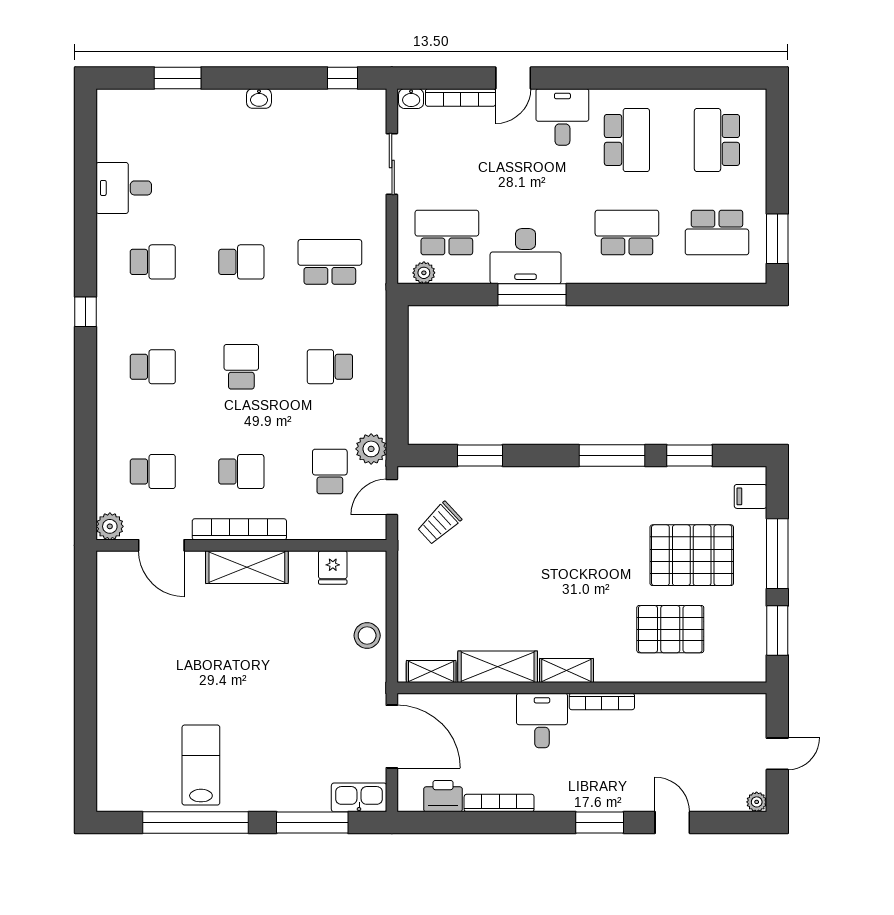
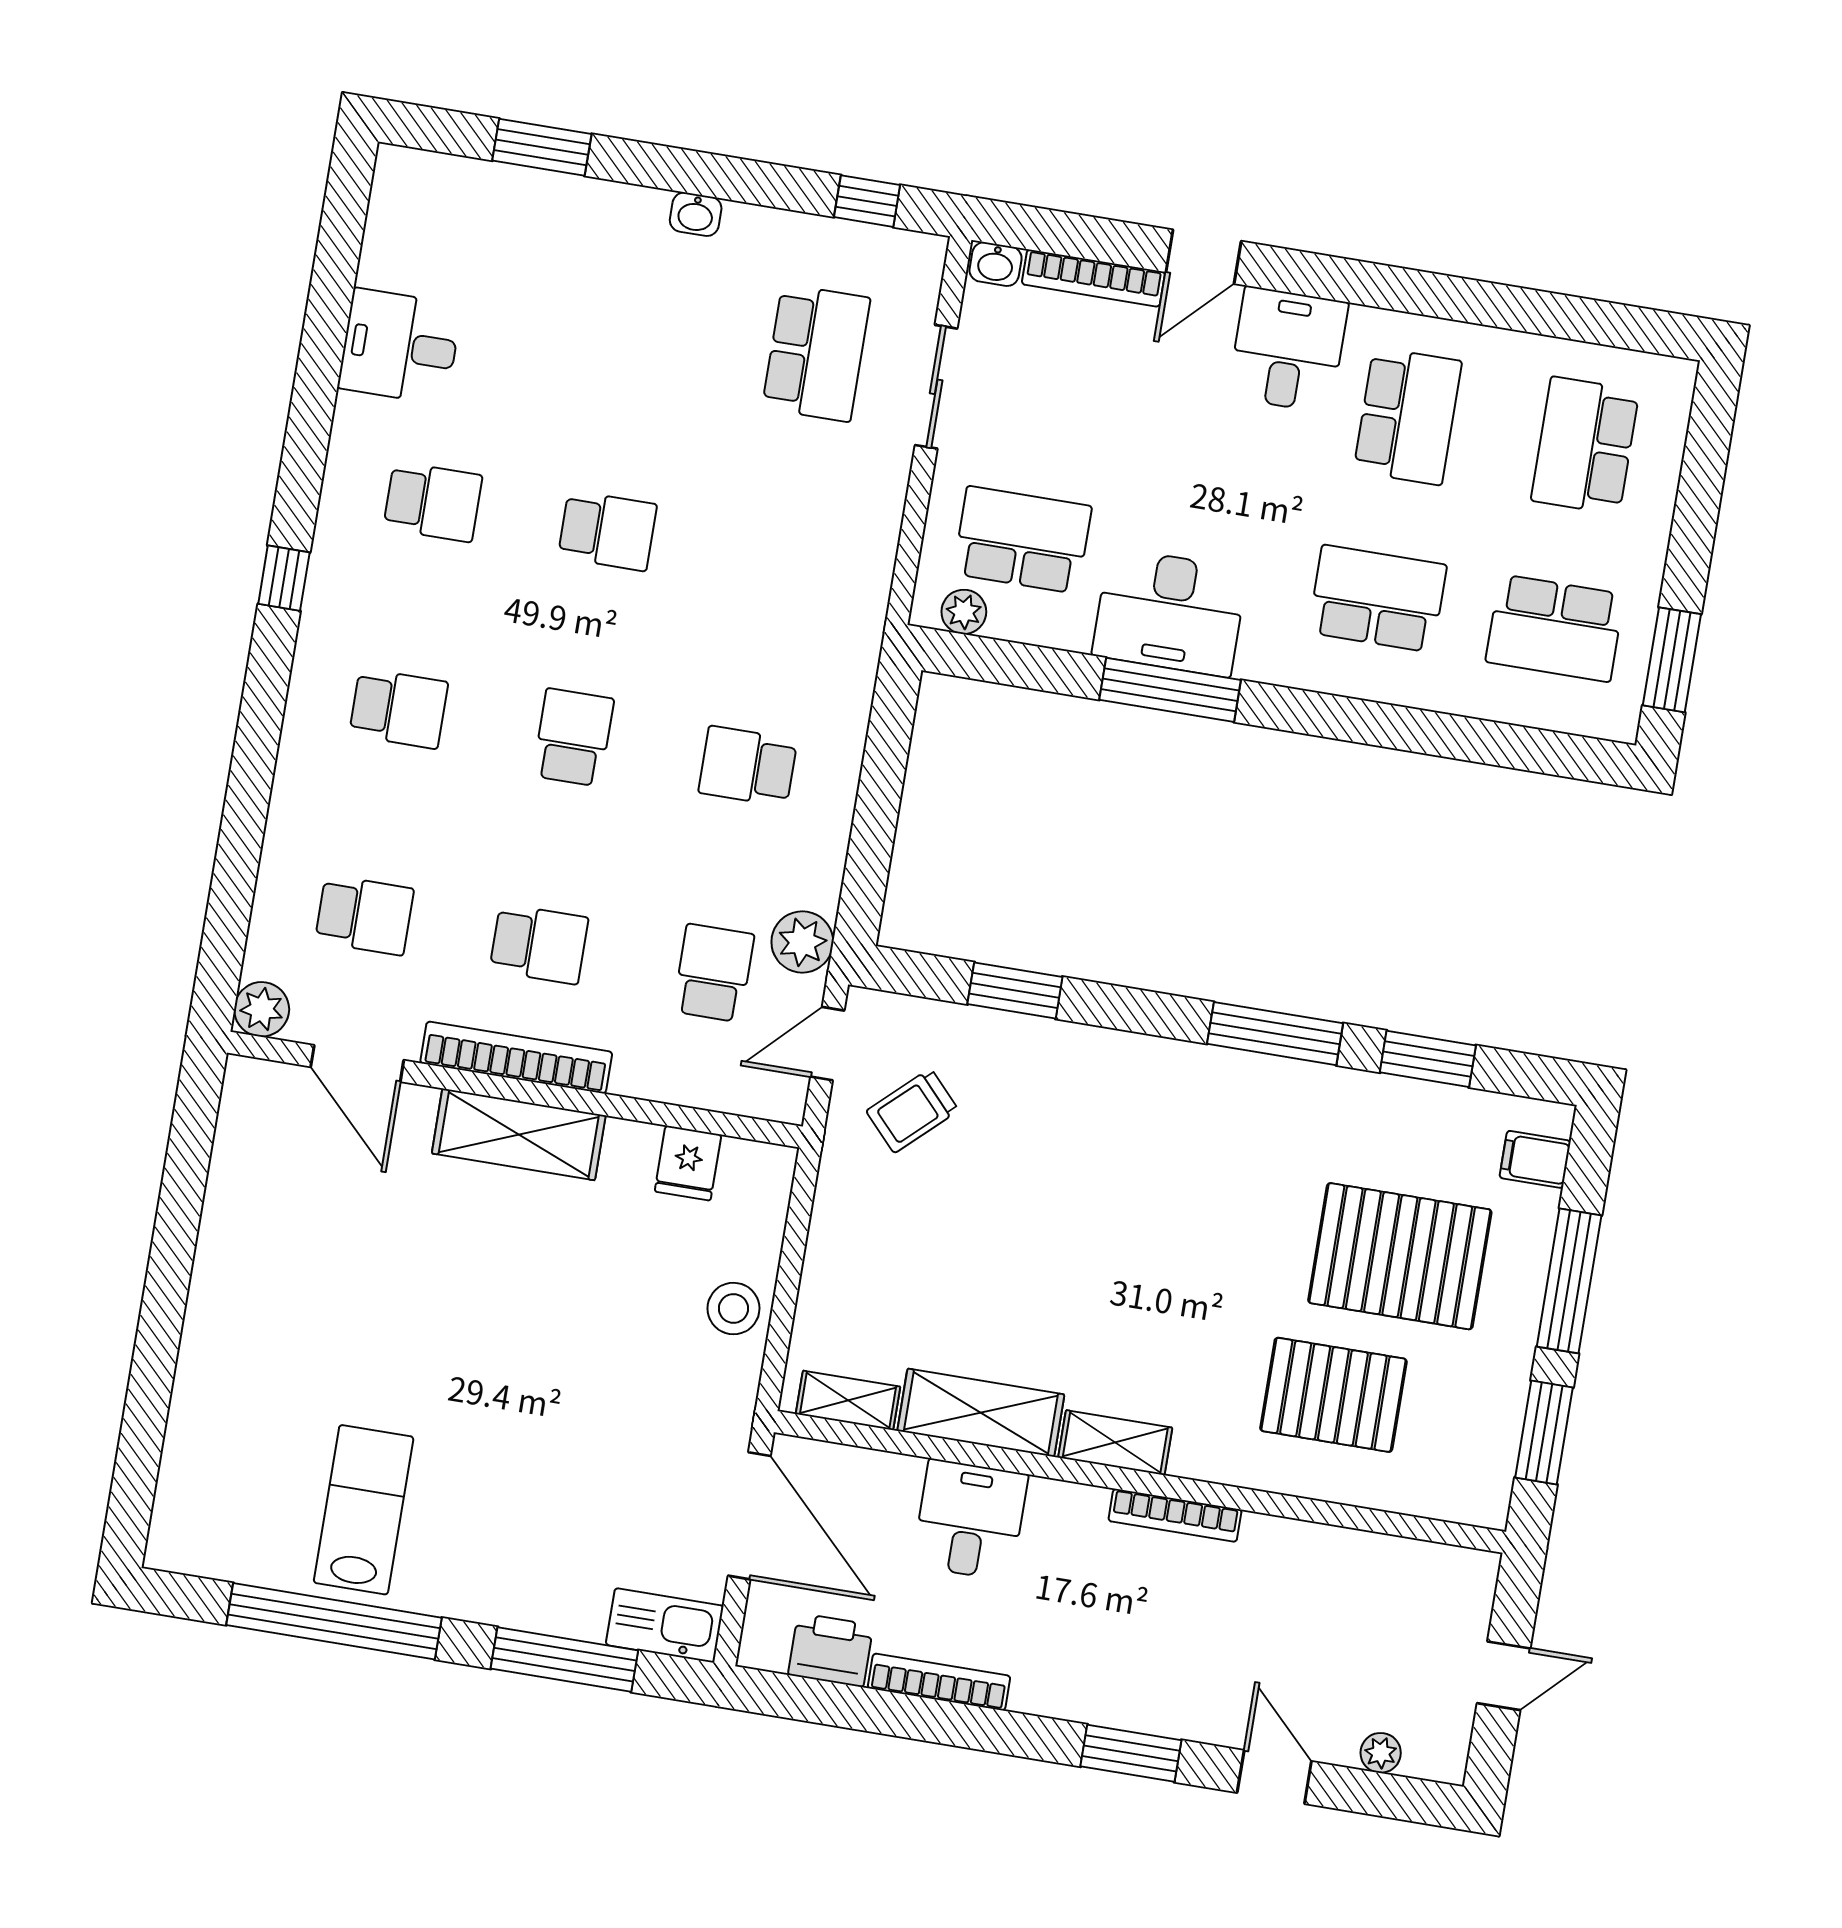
school desk: (330, 262) -> (816, 353), moved, turned 90
desk: (542, 720) -> (970, 1520), moved
plant: (757, 802) -> (1381, 1753), moved

